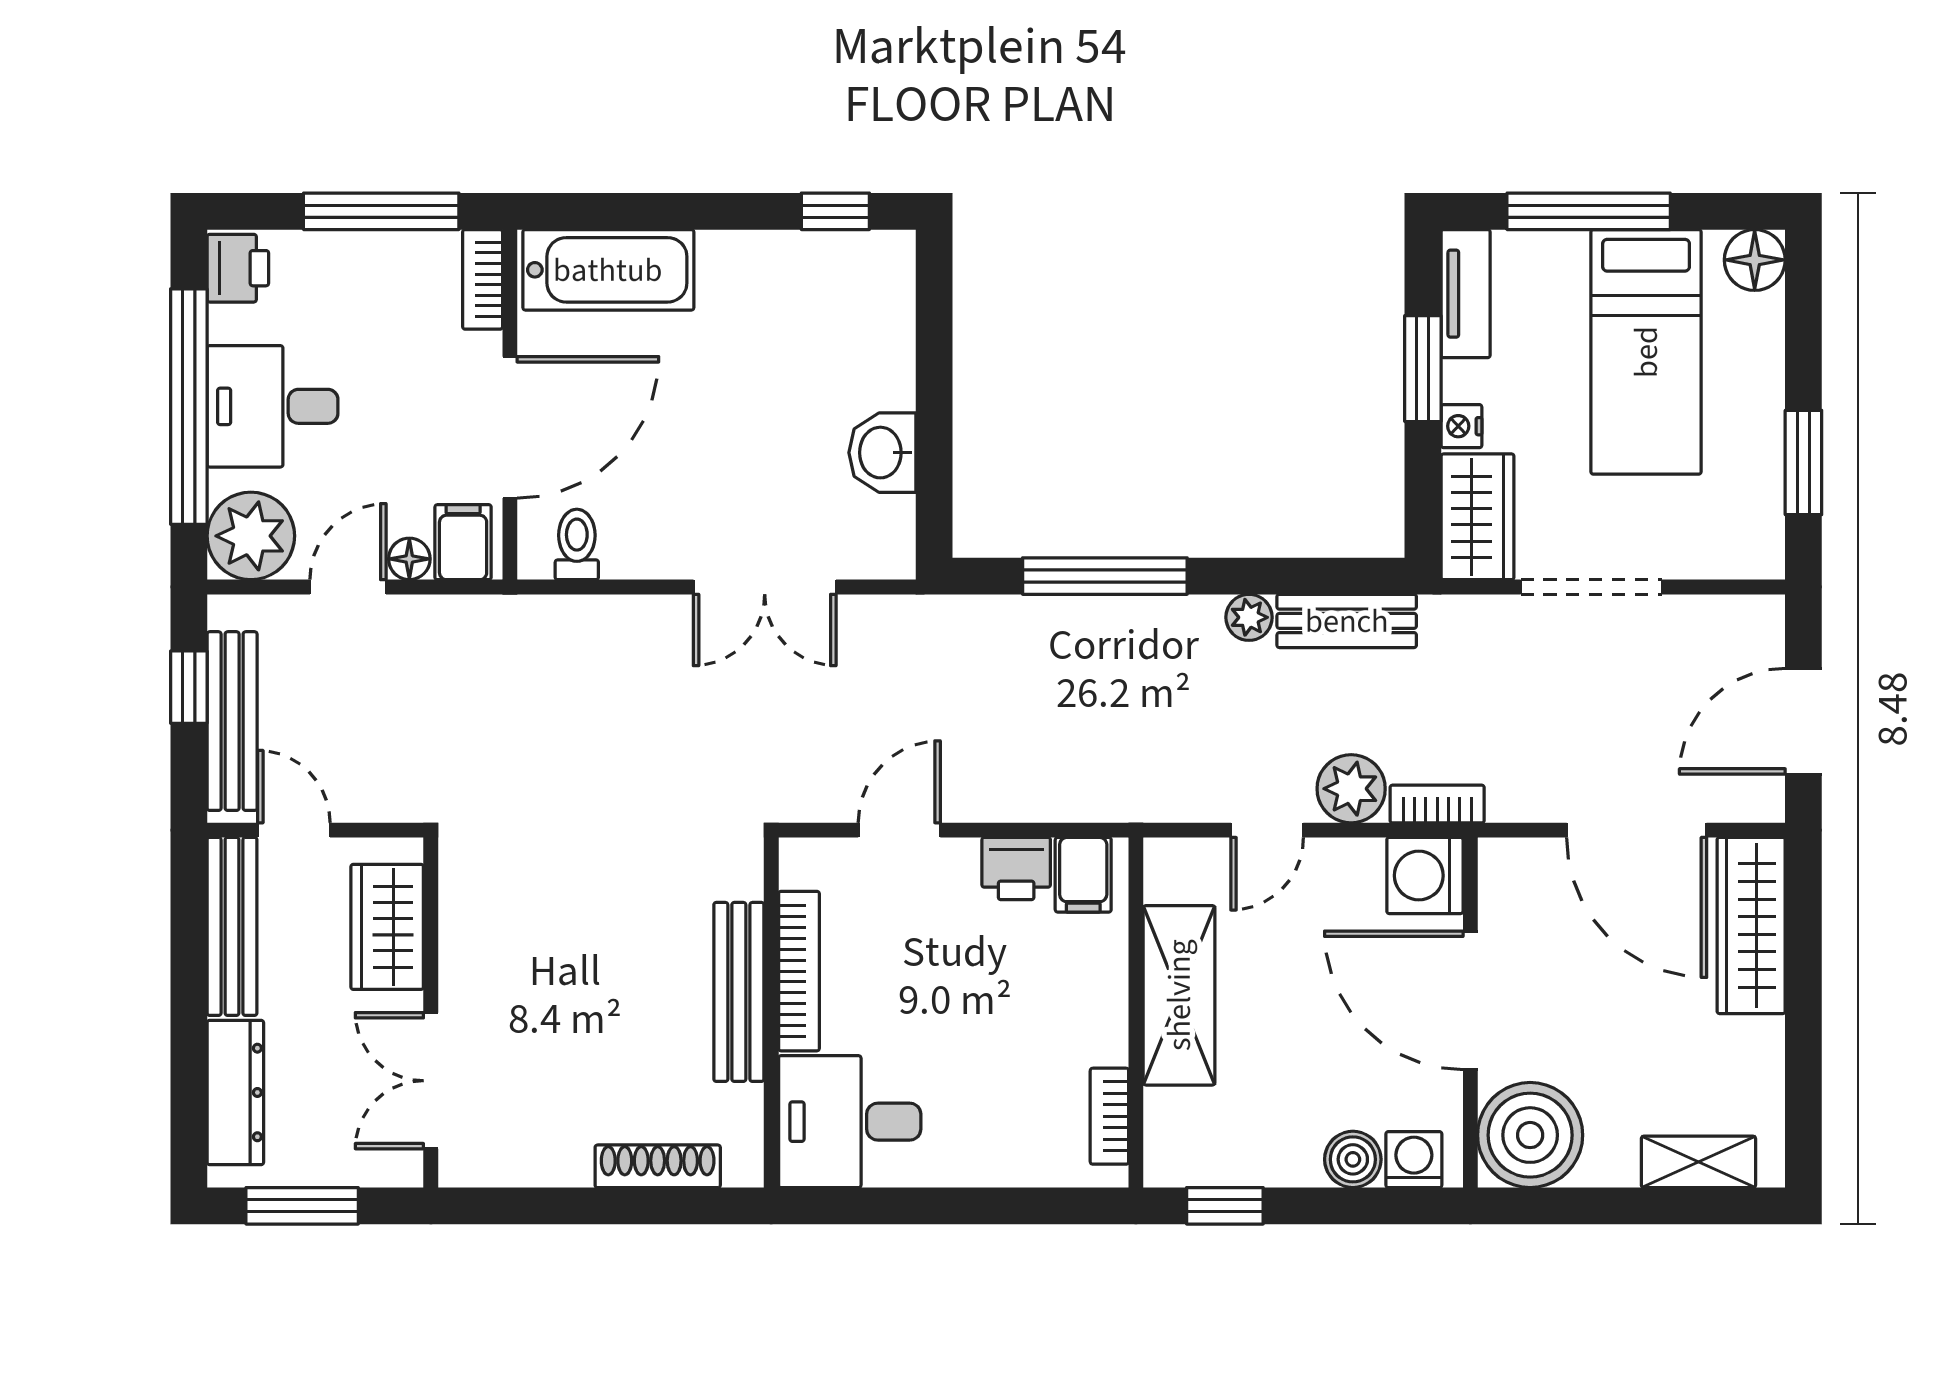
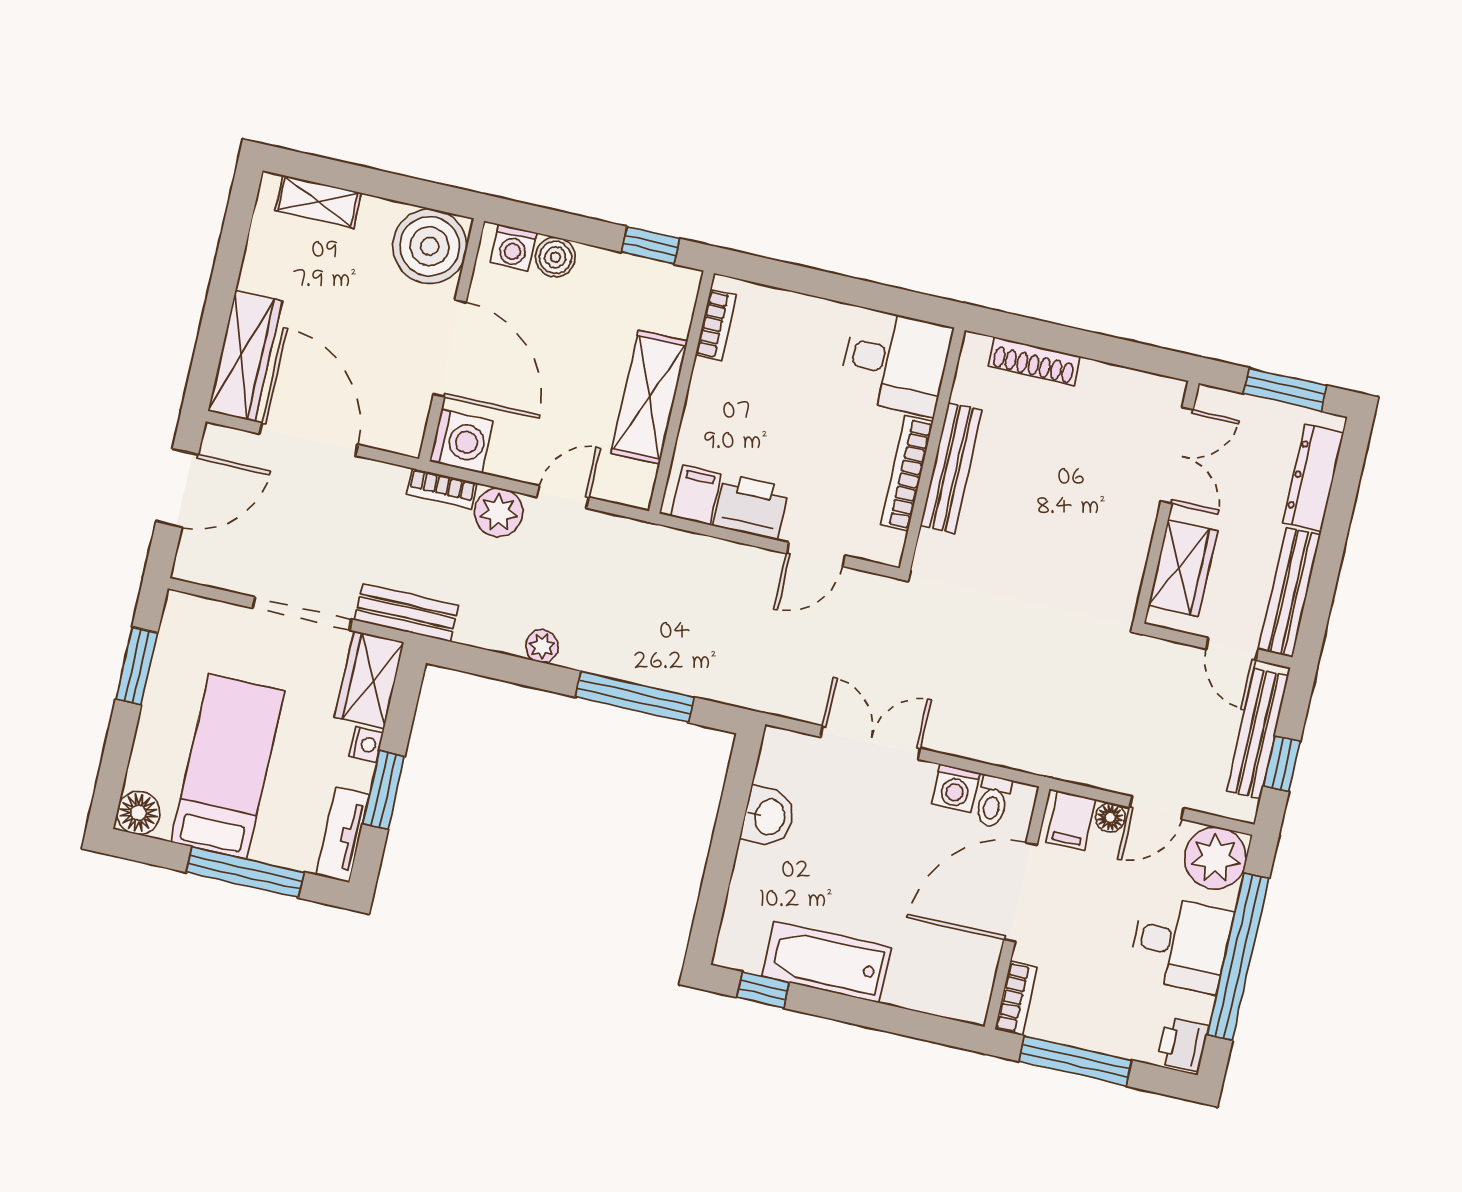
bathtub: (608, 270) -> (826, 962), moved
washing machine: (632, 551) -> (956, 788), added
bench: (1347, 621) -> (406, 613), moved
printer: (1016, 869) -> (751, 507), width x1.36, depth x1.24

